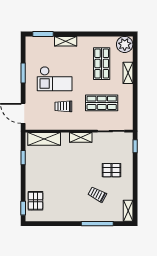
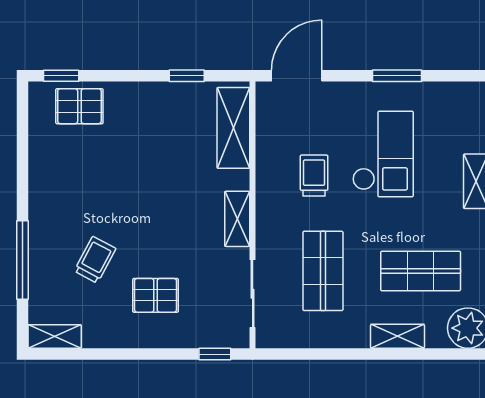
checkout: (55, 79) -> (383, 154), turned 180
pallet: (112, 170) -> (156, 295), turned 90

